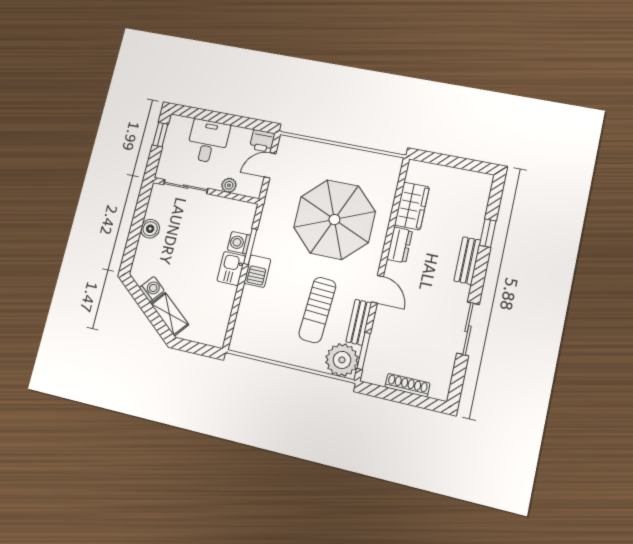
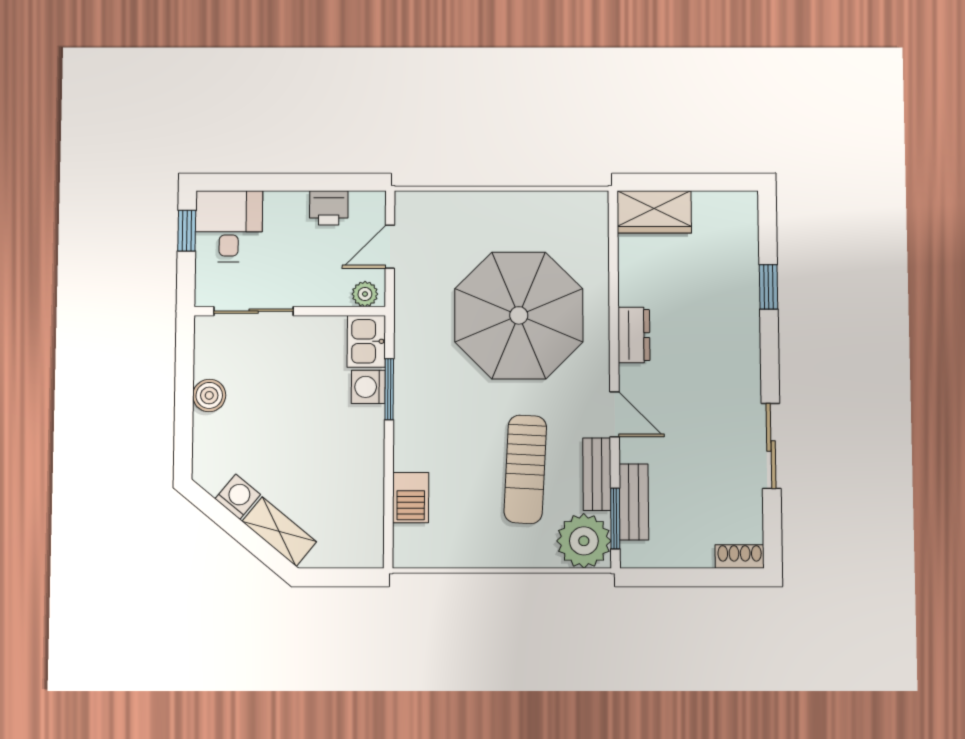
desk: (208, 141) -> (229, 226), moved
printer: (262, 141) -> (329, 208), moved
plant: (229, 185) -> (365, 294), moved
wardrobe: (412, 206) -> (654, 212), moved, turned 90
bench: (467, 261) -> (634, 502), moved
kitchen sink: (231, 269) -> (366, 341), moved
barbecue: (257, 271) -> (411, 498), moved
shoe rack: (407, 385) -> (740, 556), moved, width x0.70

